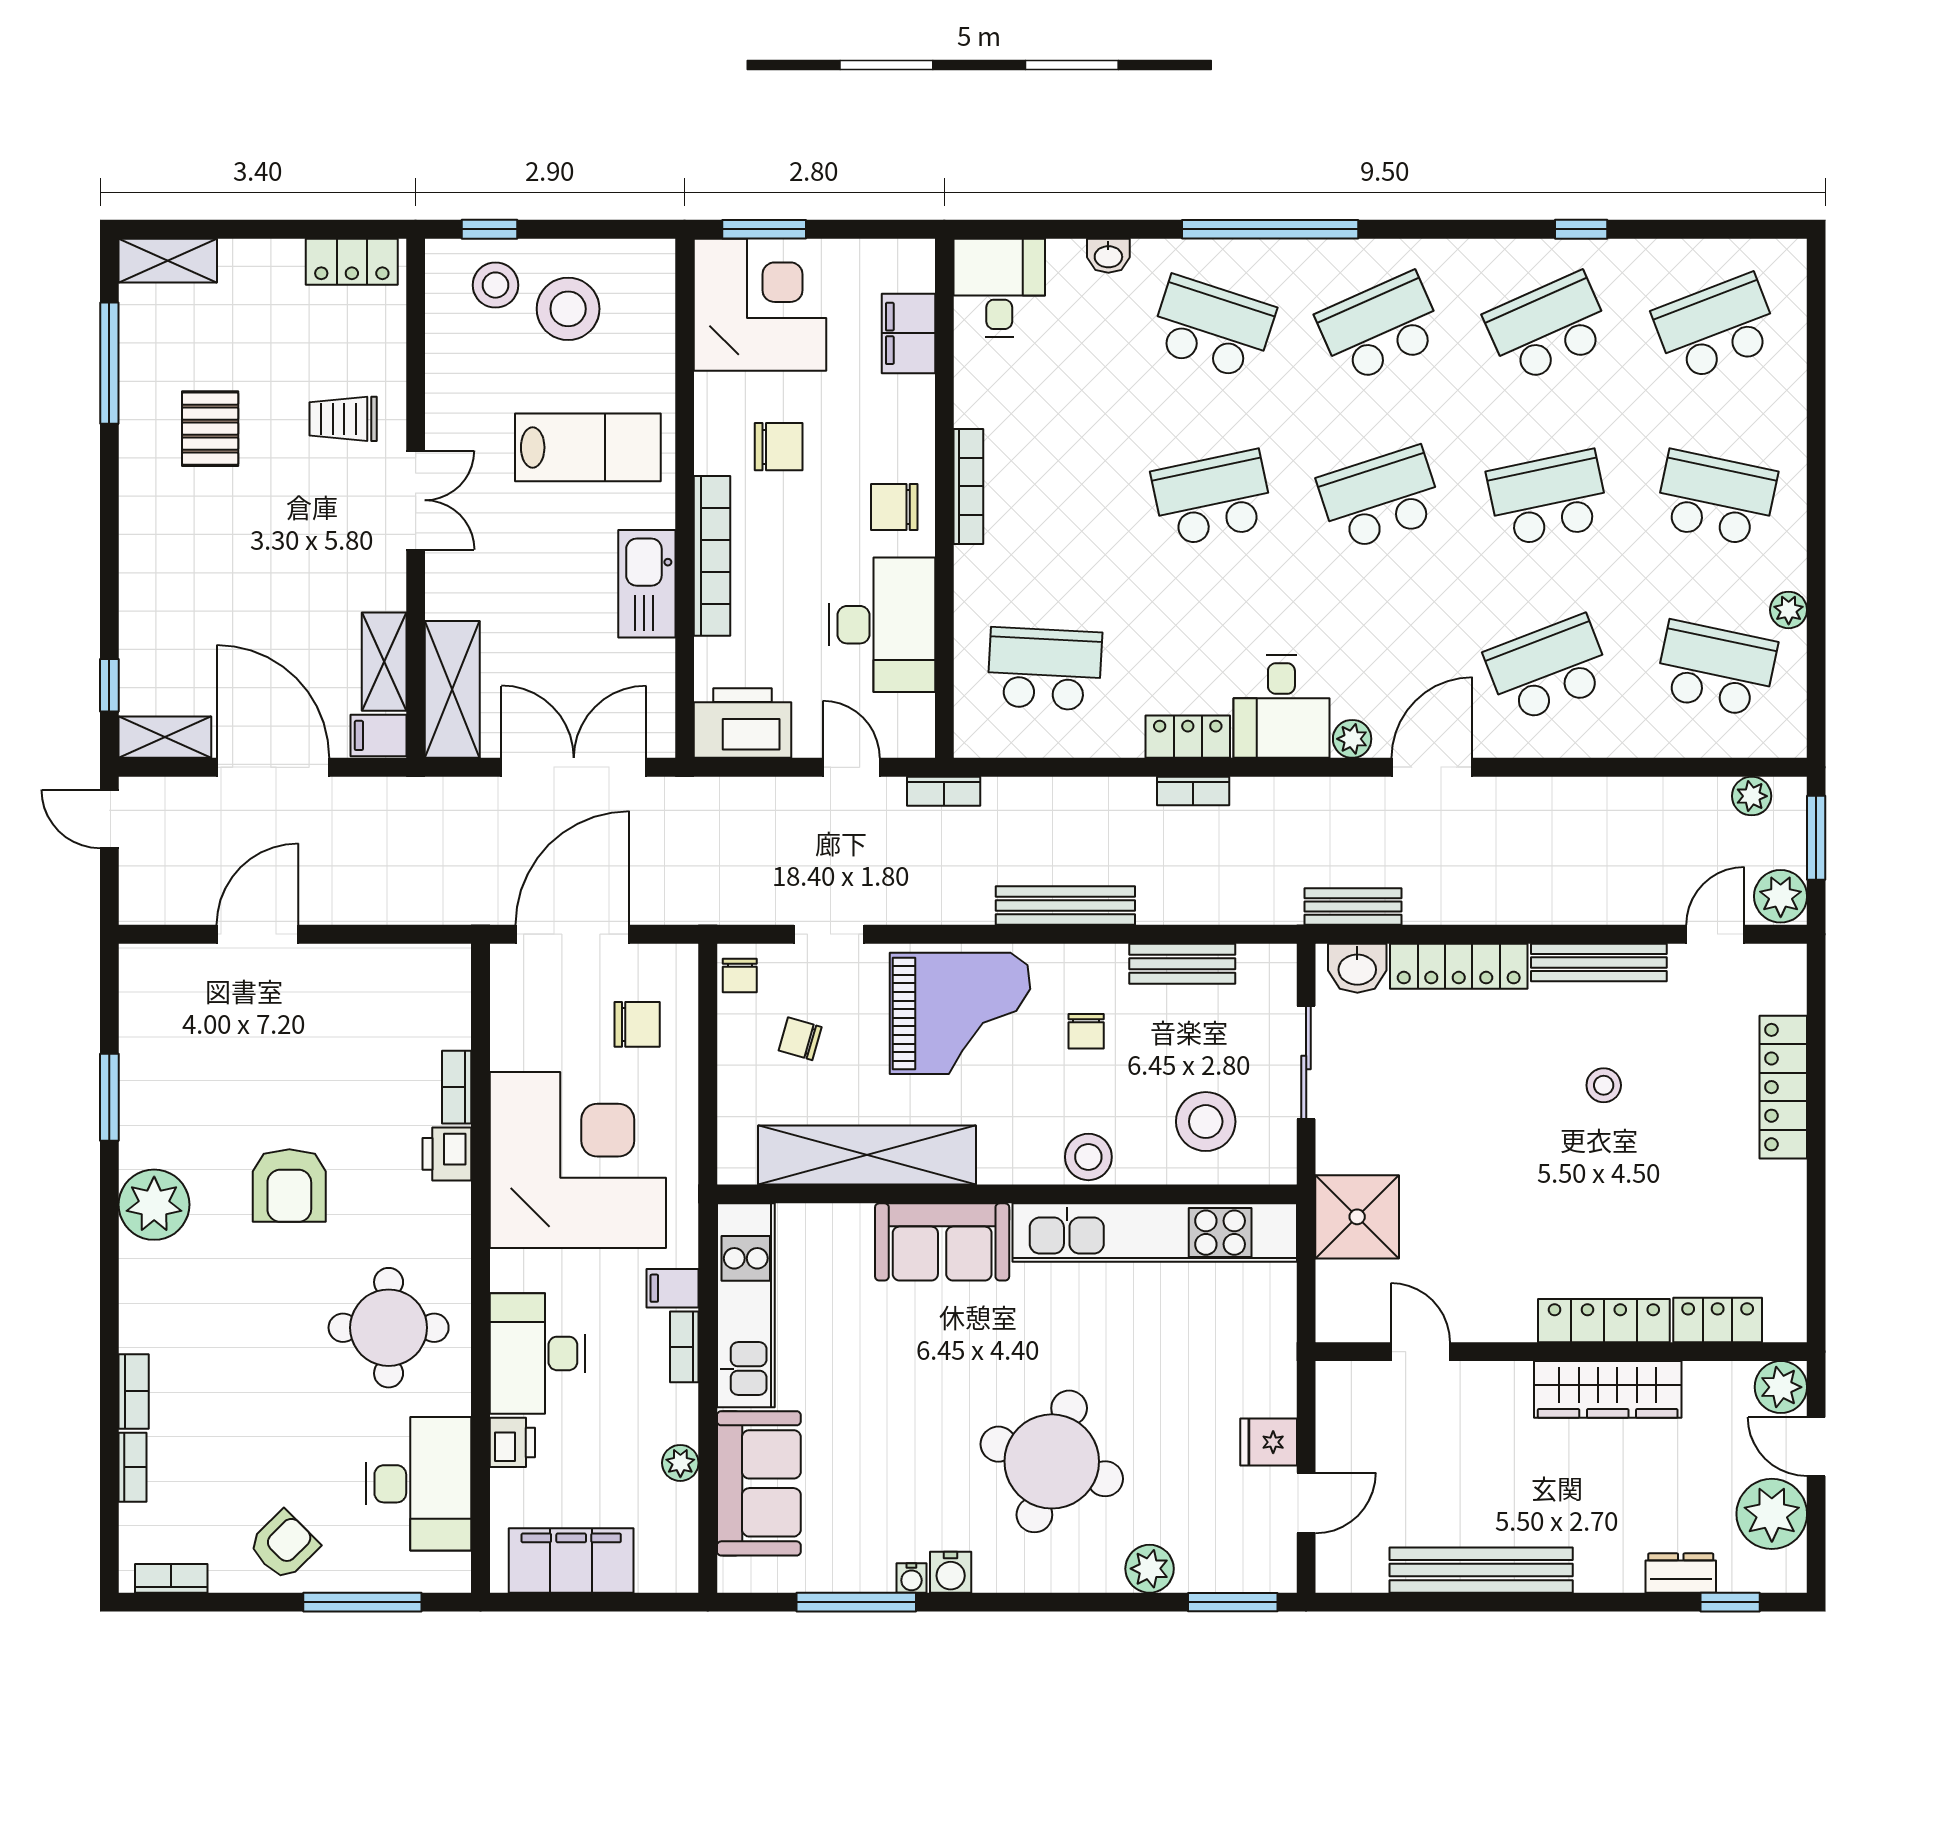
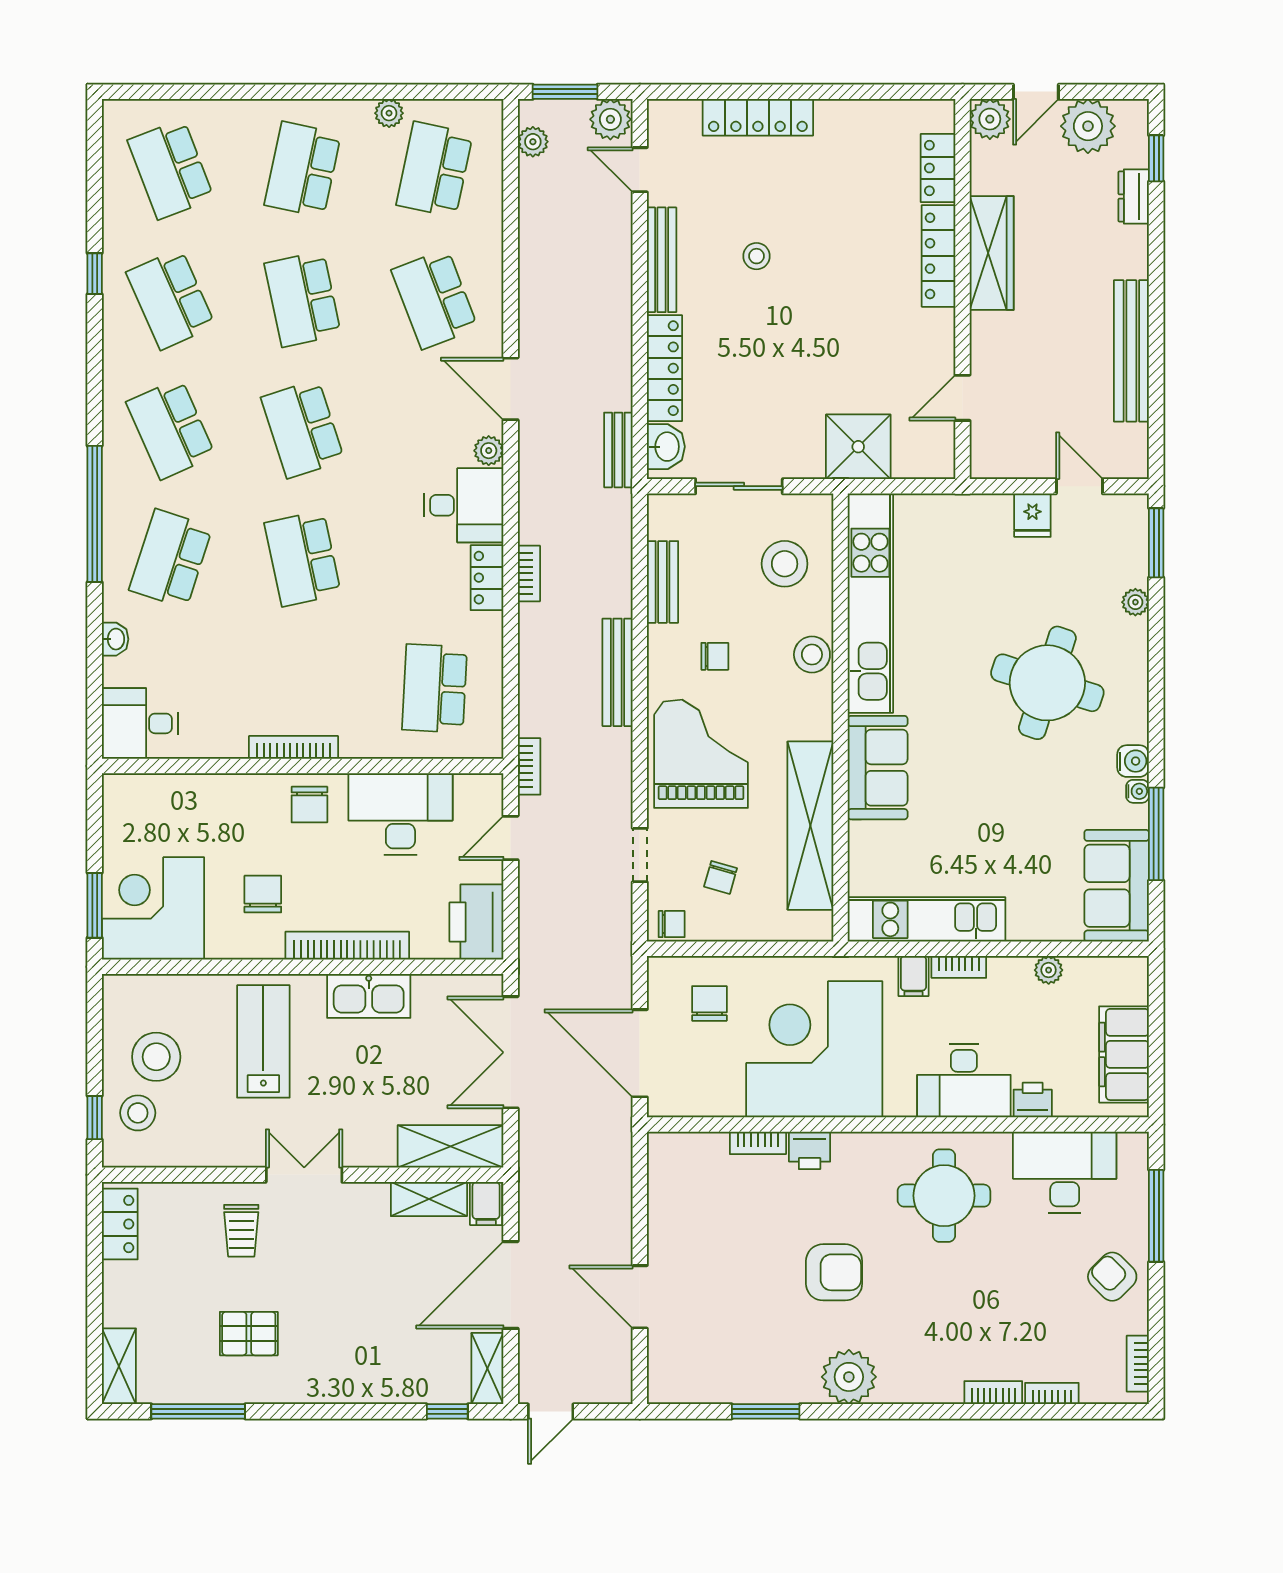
filing cabinet: (908, 333) -> (175, 794), removed
sofa: (759, 1483) -> (1117, 886), moved, turned -90
plant: (1150, 1569) -> (1135, 602), width x0.73, depth x0.73

